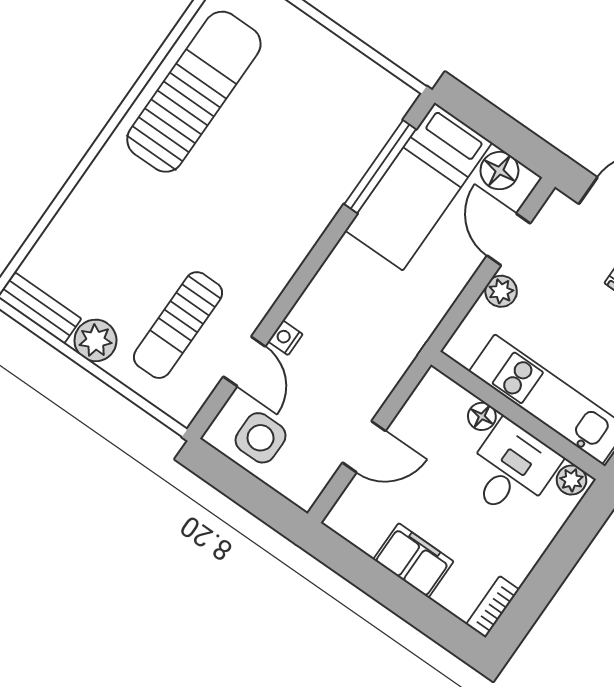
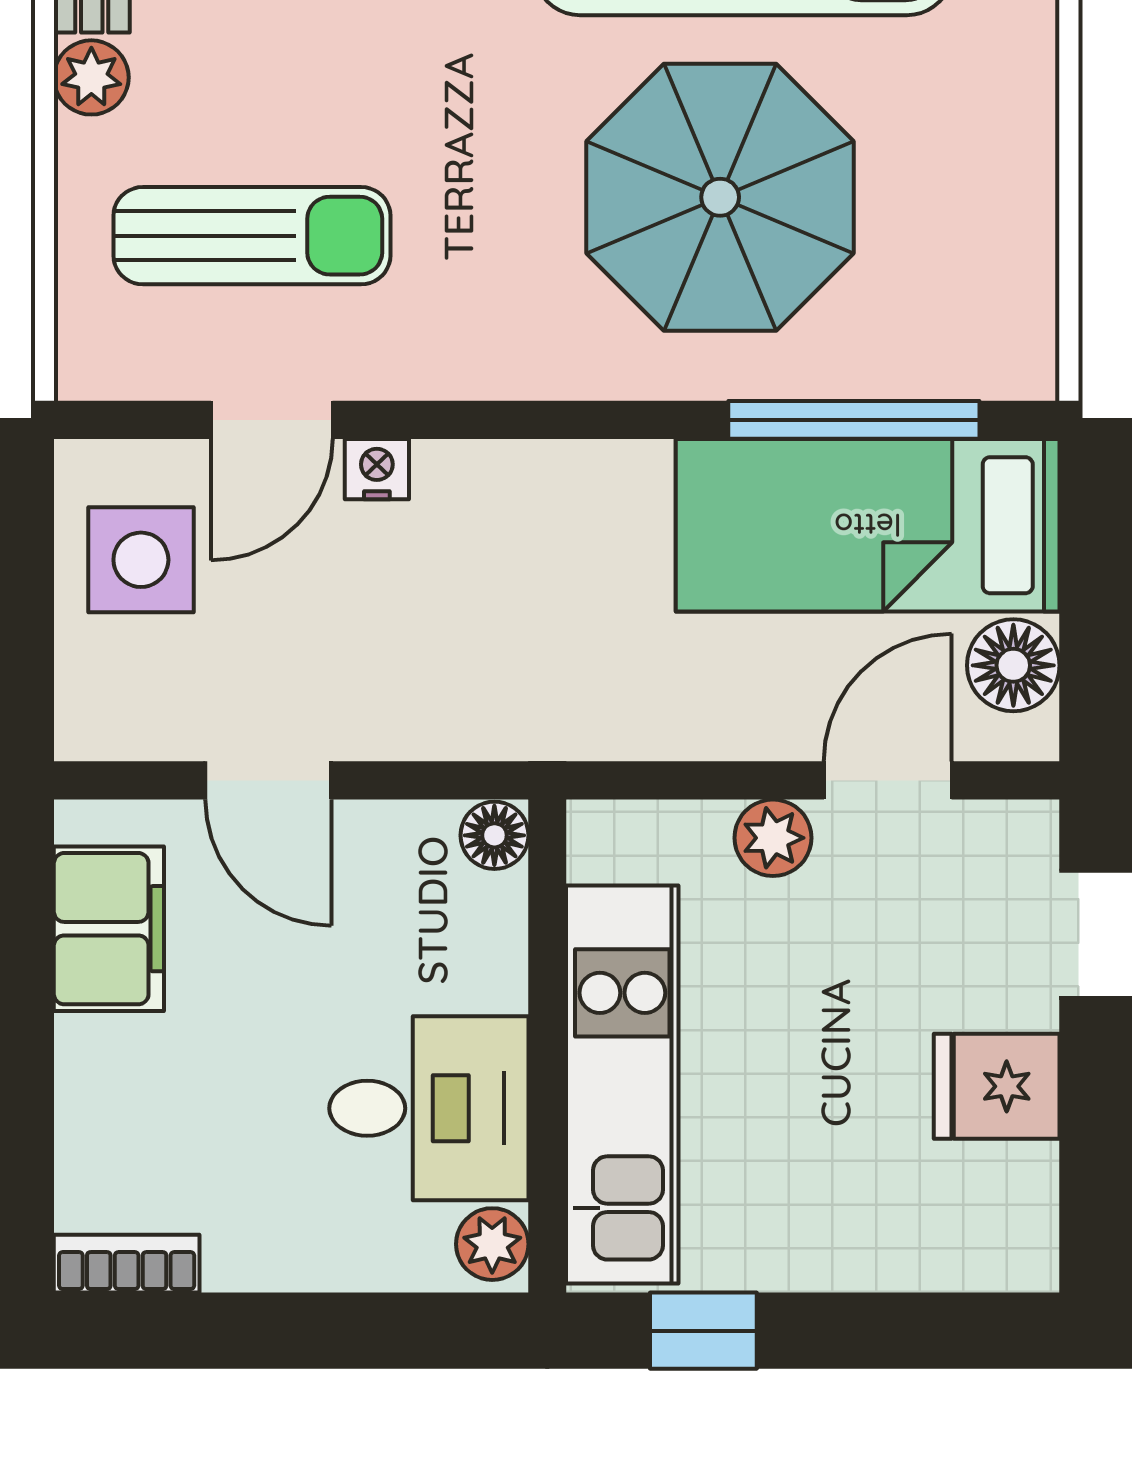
parasol: (274, 159) -> (720, 197), added
sun lounger: (178, 325) -> (252, 236), turned 180
plant: (95, 340) -> (91, 77), width x0.73, depth x0.73
floor lamp: (482, 416) -> (494, 835), moved
filing cabinet: (413, 560) -> (109, 929), moved

